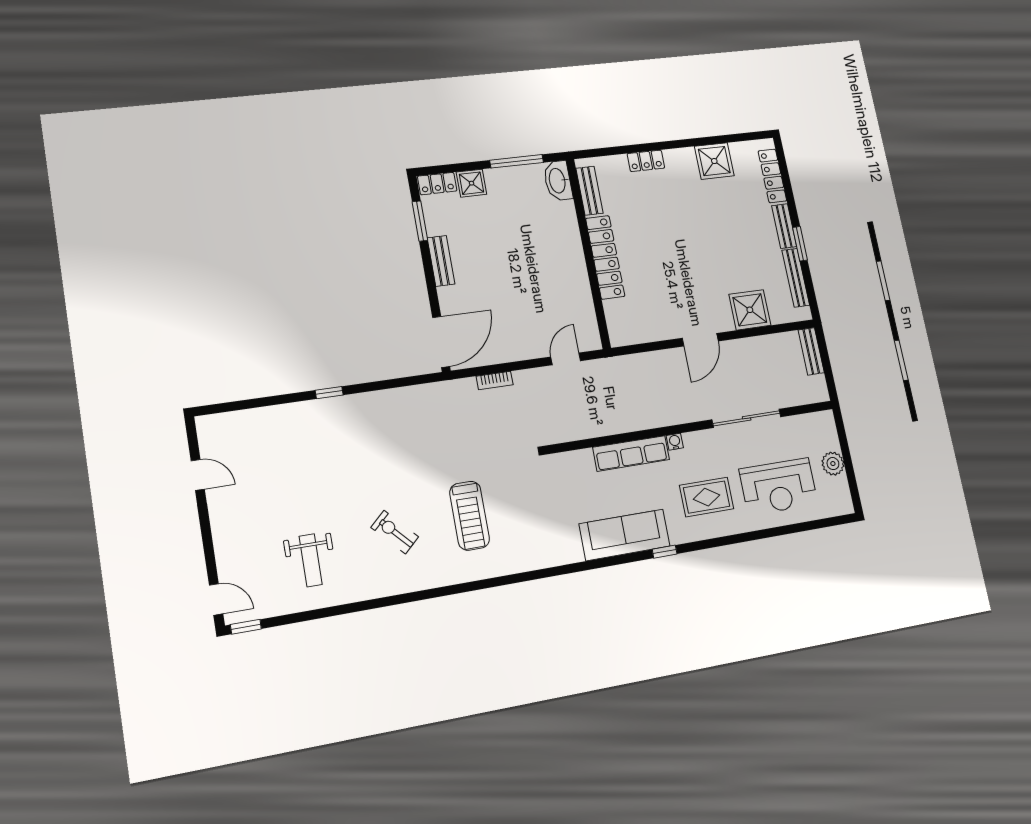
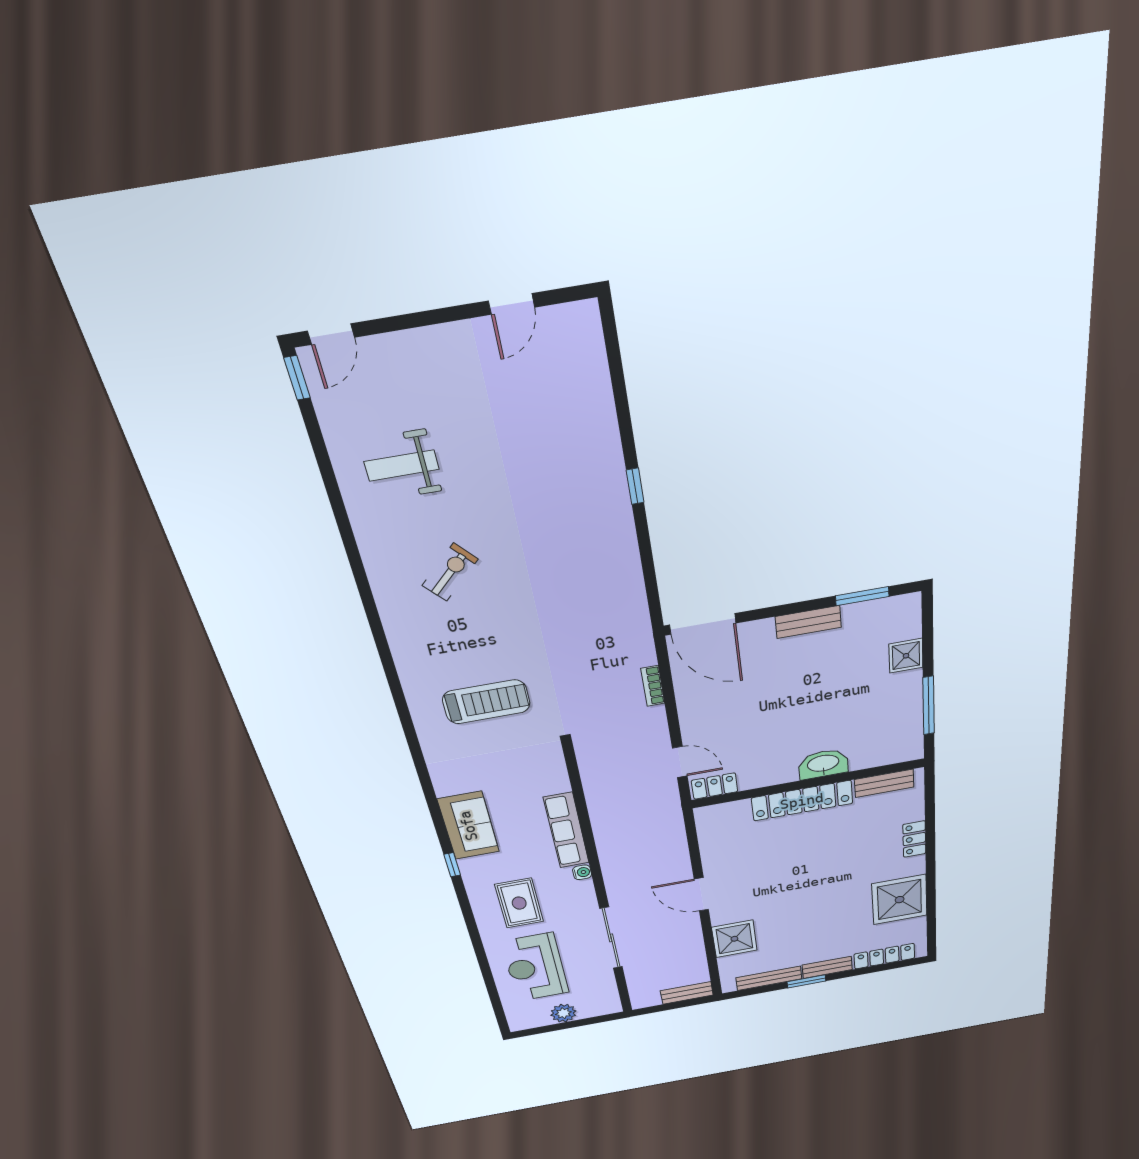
shower: (714, 161) -> (900, 900), width x1.37, depth x1.37
washbasin: (558, 181) -> (823, 764), moved
locker: (437, 184) -> (715, 786), moved, turned 90
treadmill: (470, 516) -> (486, 702), moved, turned 180
sofa: (625, 535) -> (468, 826), width x0.73

